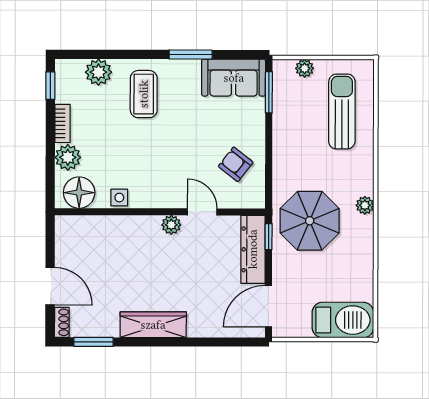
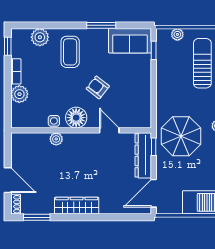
window: (269, 92) -> (154, 50), width x0.67
armchair: (236, 164) -> (98, 87), moved
floor lamp: (79, 193) -> (76, 118), moved
plant: (171, 225) -> (56, 139), moved

